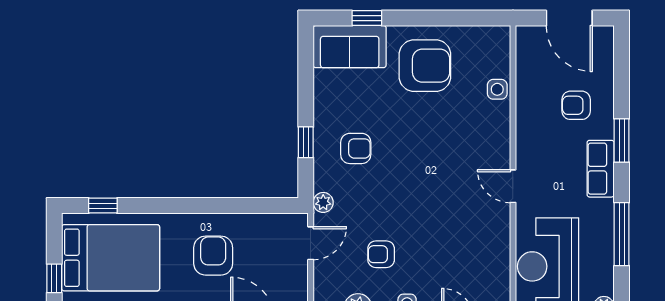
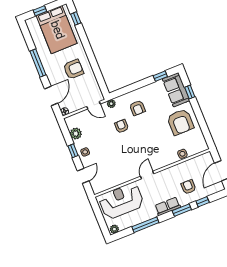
window: (622, 87) -> (203, 202), added
window: (306, 142) -> (160, 76), moved
armchair: (381, 254) -> (122, 126), moved

